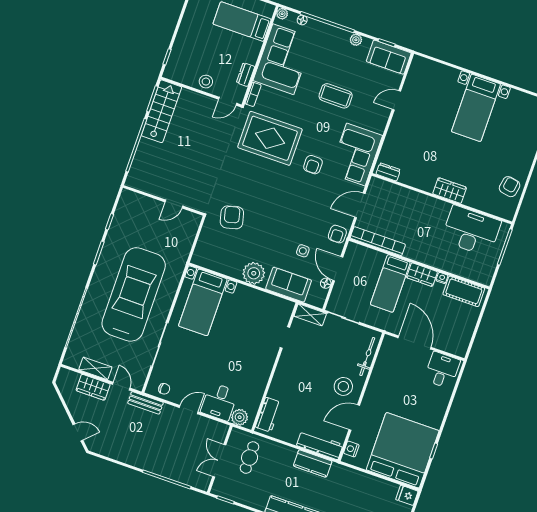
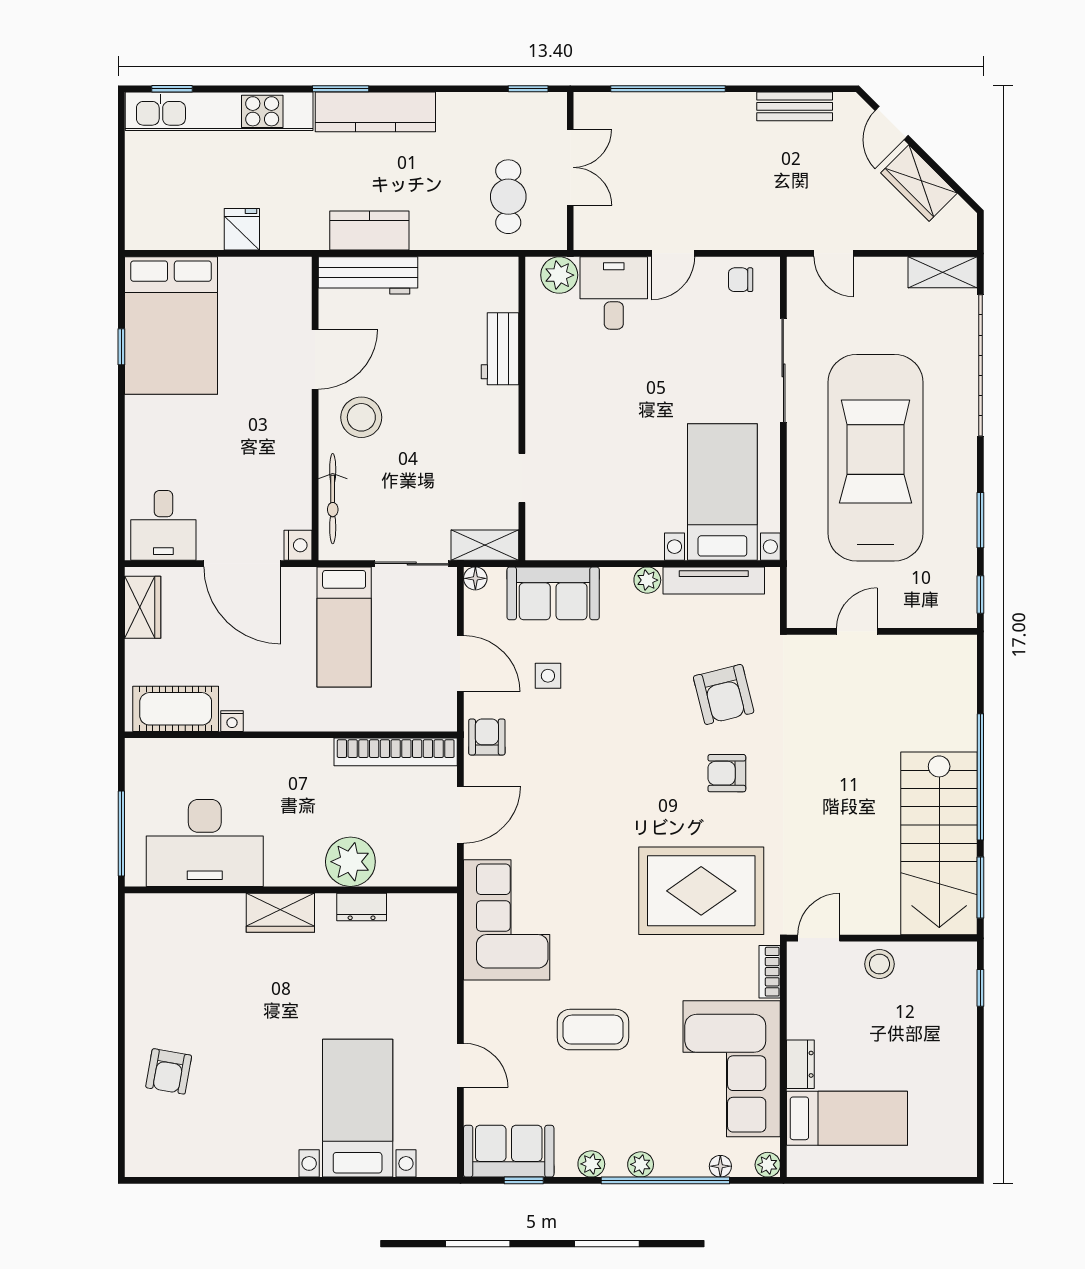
plant: (335, 32) -> (641, 1164), added
dresser: (246, 75) -> (800, 1064), moved
door: (396, 100) -> (460, 1065), hinge flipped
bed with nightstands: (476, 108) -> (358, 1108), moved
stairs: (161, 111) -> (939, 843), width x1.36, depth x1.51
armchair: (313, 165) -> (727, 773), moved, turned -90
dresser: (388, 172) -> (362, 907), moved
armchair: (510, 187) -> (169, 1071), moved
wall: (163, 200) -> (882, 631), moved
plant: (413, 202) -> (350, 862), added
door: (174, 204) -> (857, 631), moved
tv unit: (219, 267) -> (714, 580), added
plant: (254, 273) -> (647, 580), width x0.53, depth x0.53
wardrobe: (422, 275) -> (143, 607), moved, turned 90
floor lamp: (326, 283) -> (475, 578), moved
bed: (390, 283) -> (344, 627), moved, turned 180
car: (134, 294) -> (876, 458), turned 180
shelving: (95, 368) -> (943, 272), moved
wardrobe: (93, 387) -> (919, 183), moved, turned -135
bench: (145, 403) -> (795, 106), moved
workbench: (268, 415) -> (500, 349), moved
door: (78, 432) -> (892, 123), hinge flipped
nightstand: (351, 449) -> (298, 545), moved
bed: (403, 450) -> (171, 326), width x0.73
fridge: (407, 495) -> (242, 229), moved, turned -90

